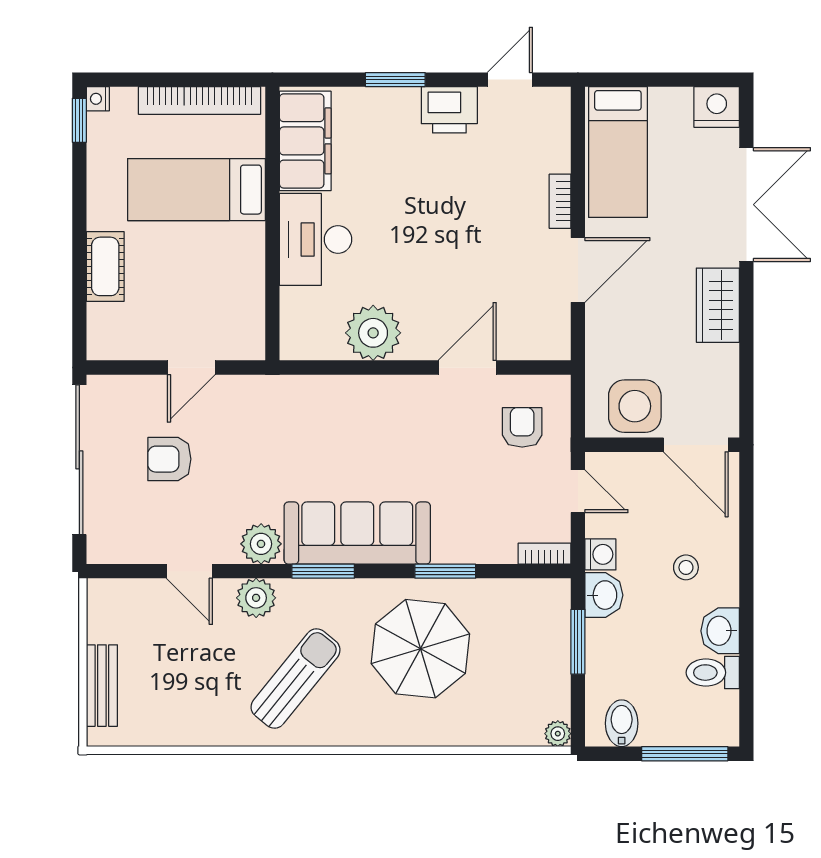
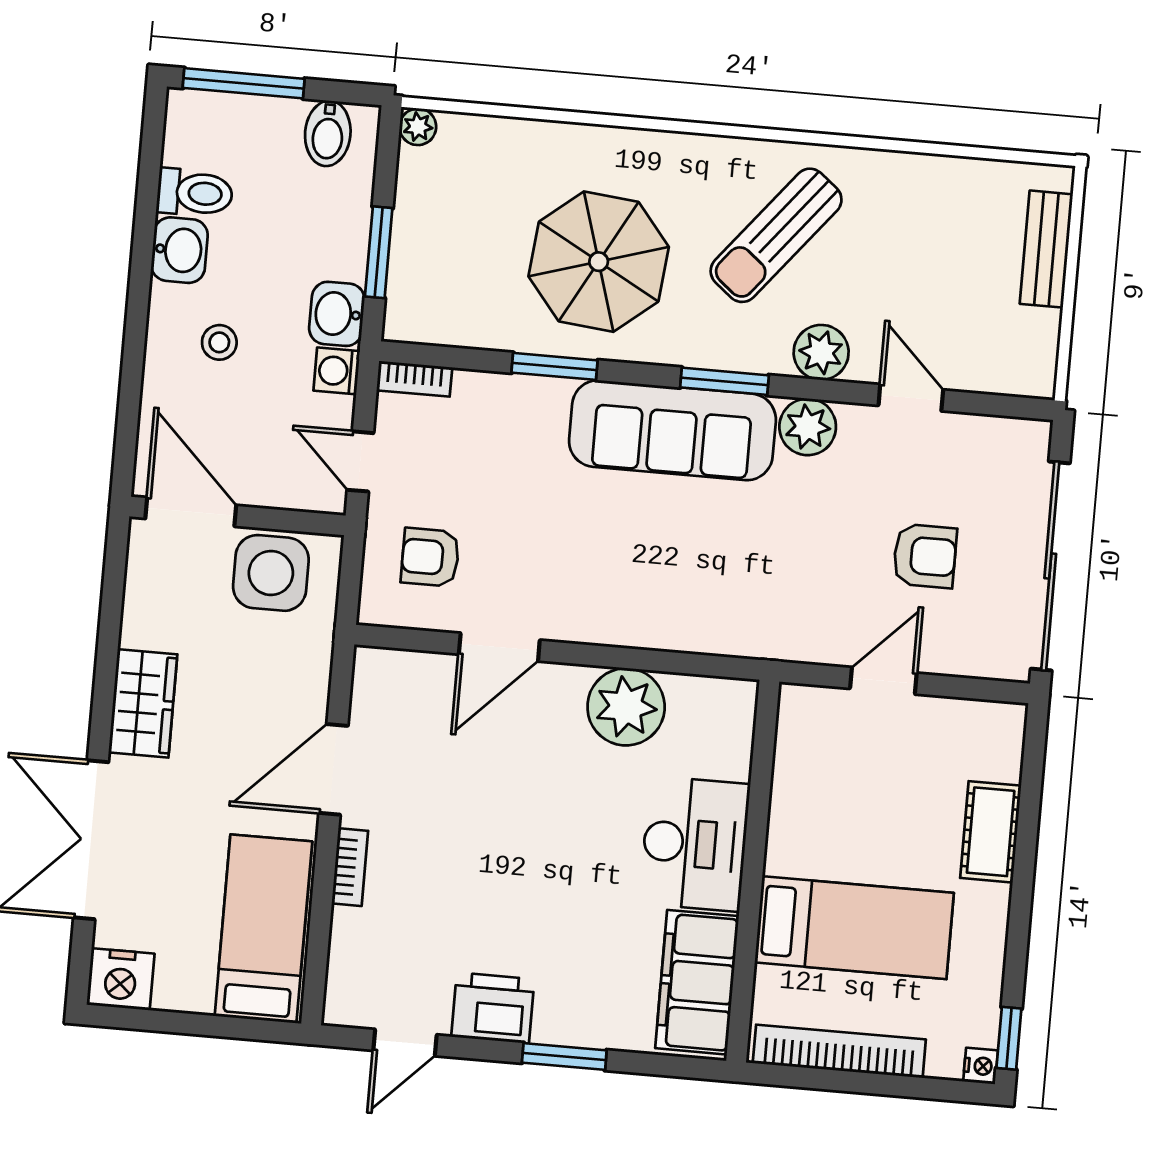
armchair: (522, 427) -> (430, 557), turned 90

